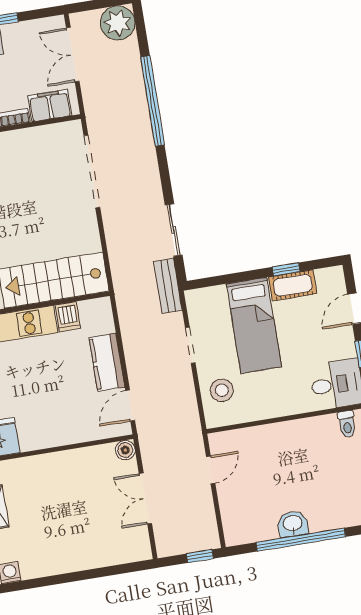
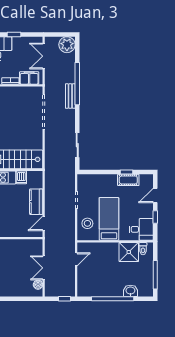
bench: (168, 286) -> (70, 96), moved
bed: (254, 325) -> (109, 219), moved, turned 180
shower: (318, 436) -> (129, 252), added
boiler: (125, 450) -> (38, 285), moved
washbasin: (293, 524) -> (130, 291), moved

